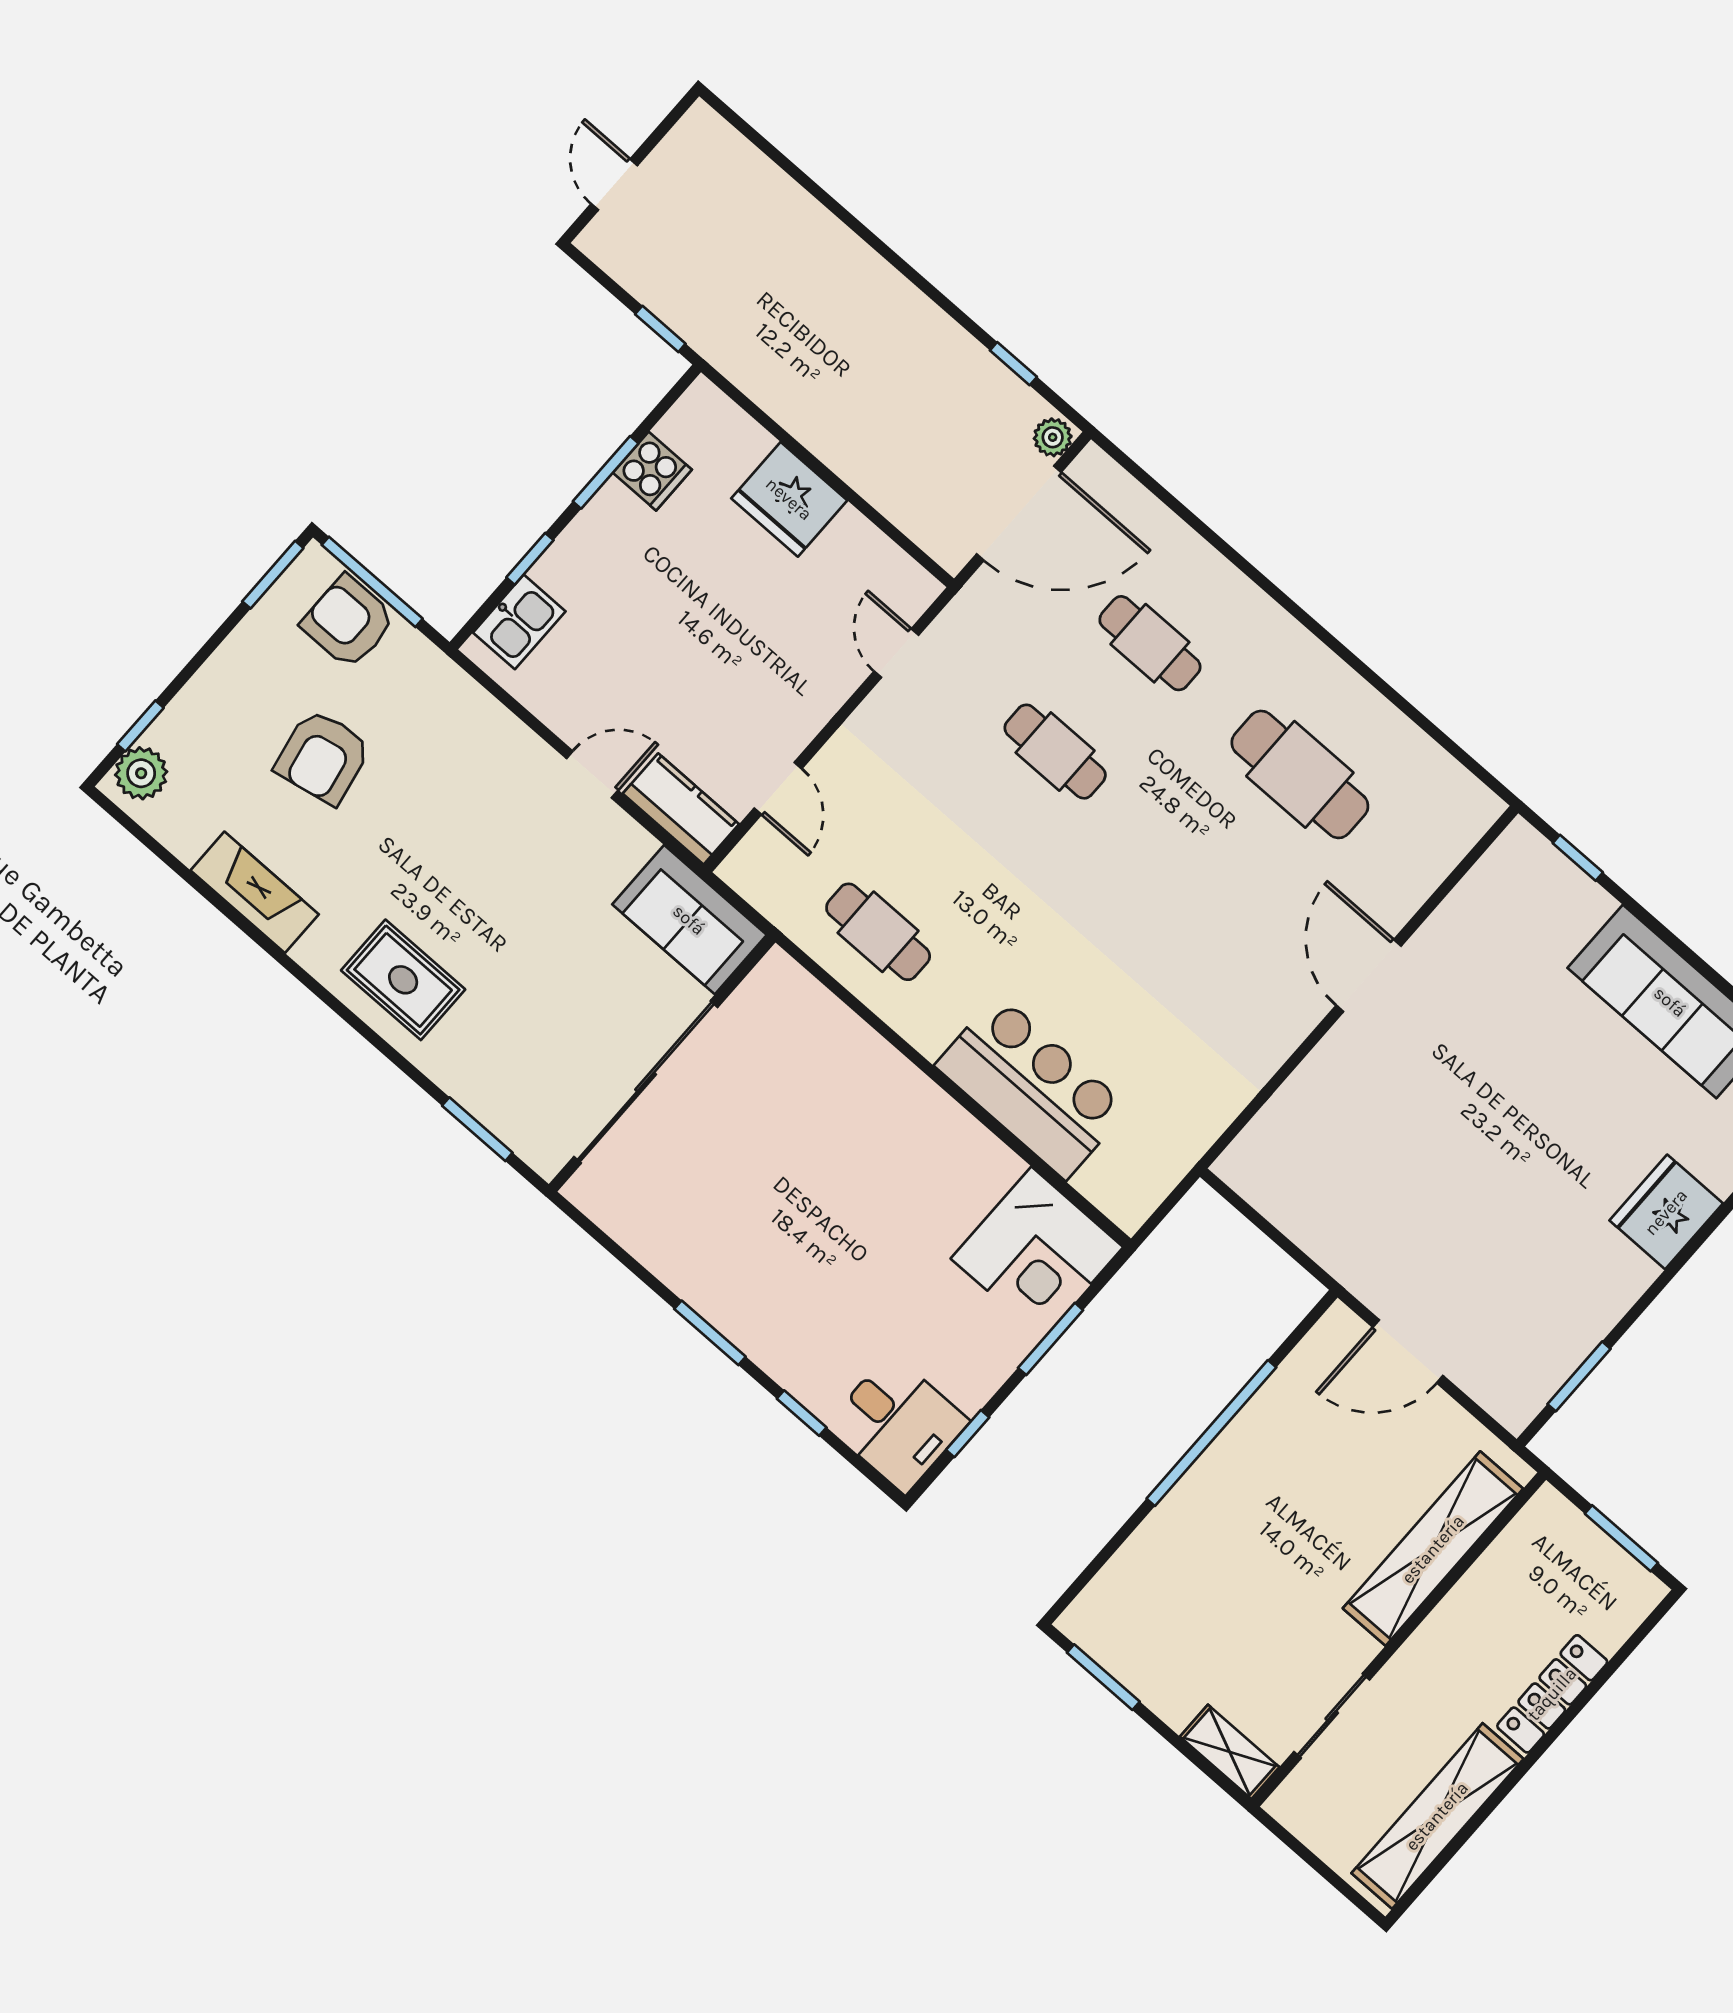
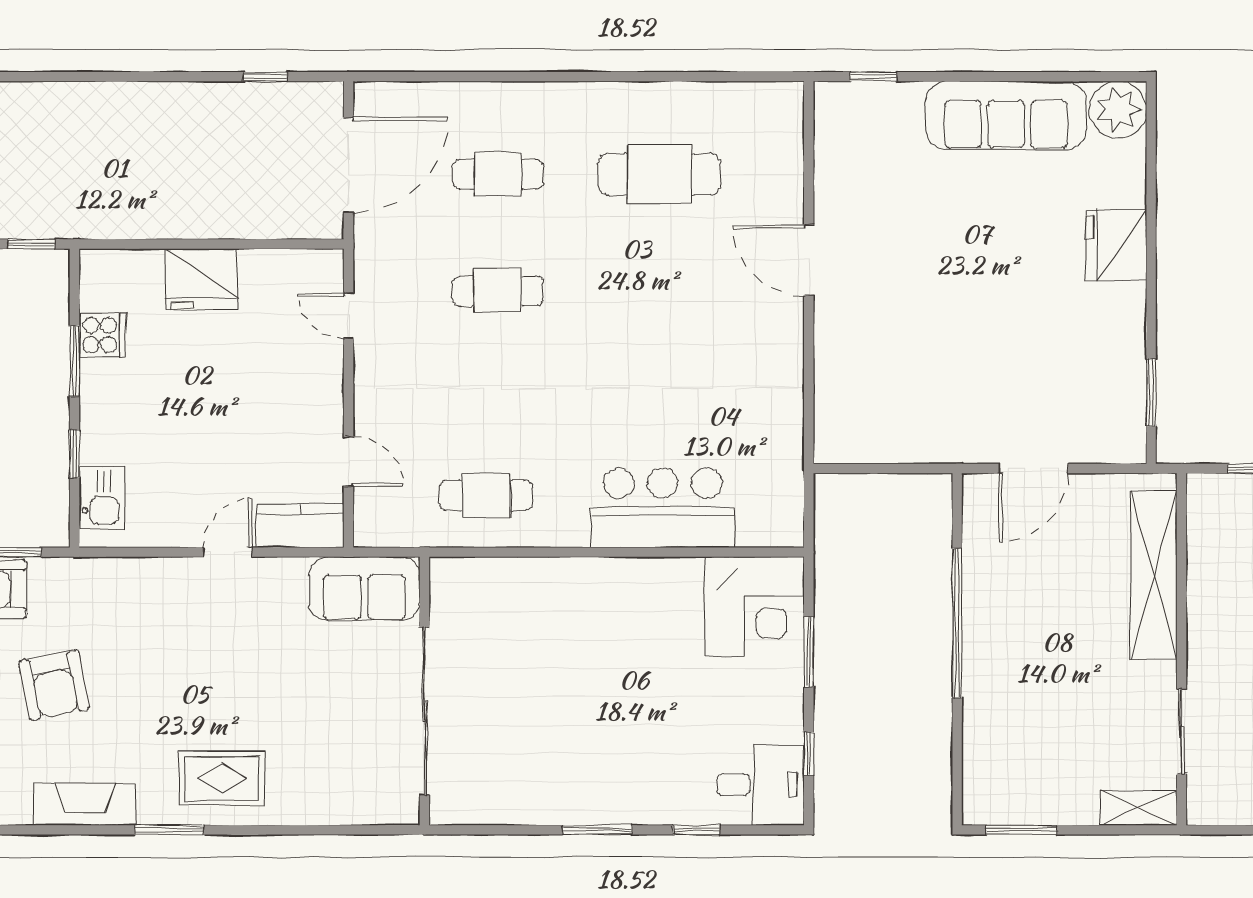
plant: (1053, 437) -> (329, 101), removed
window: (477, 1129) -> (169, 830), moved

